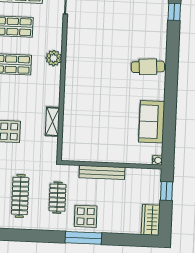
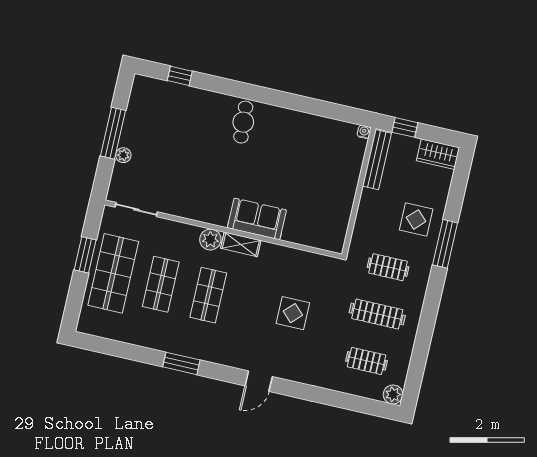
shelving: (52, 122) -> (241, 244), moved
sofa: (152, 122) -> (257, 219), moved, turned 180
bench: (102, 172) -> (377, 160), moved
display table: (86, 216) -> (416, 219), moved

